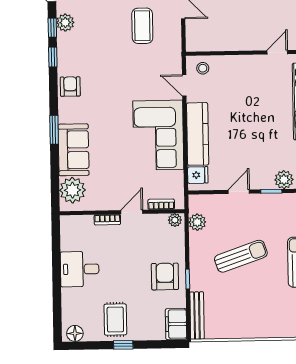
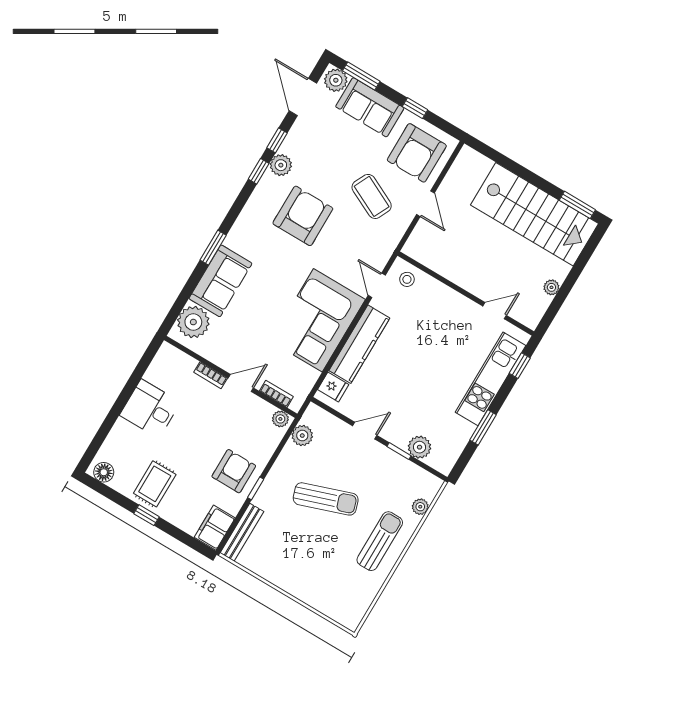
plant: (65, 23) -> (281, 165), moved
coffee table: (142, 26) -> (372, 196), turned -64
armchair: (70, 87) -> (303, 216), moved, width x1.88, depth x1.88

